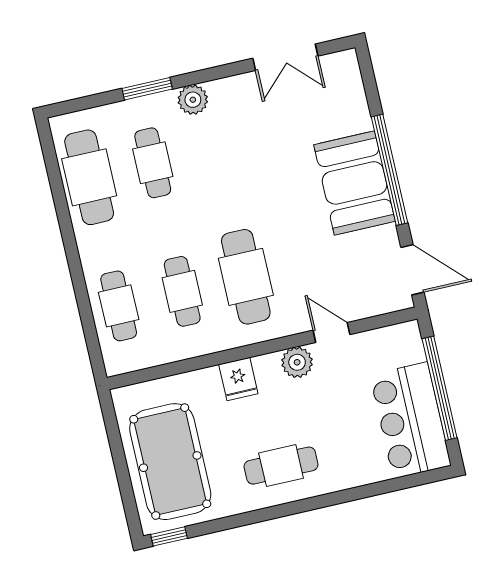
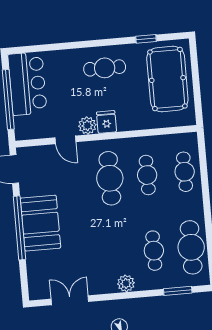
window: (147, 89) -> (178, 291), moved
fridge: (238, 379) -> (106, 122), moved
window: (169, 536) -> (146, 39), moved

